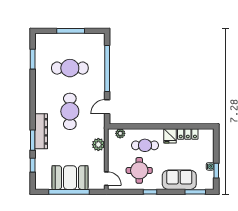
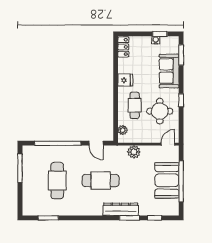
window: (71, 31) -> (20, 168), moved
locker: (188, 134) -> (123, 47), moved

